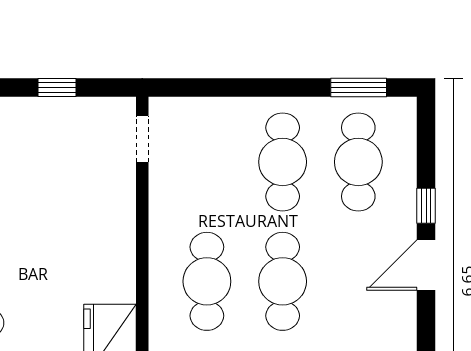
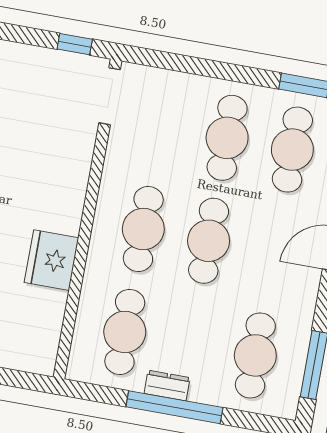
window: (57, 88) -> (75, 44), moved
doorway: (142, 139) -> (110, 96), width x1.38

